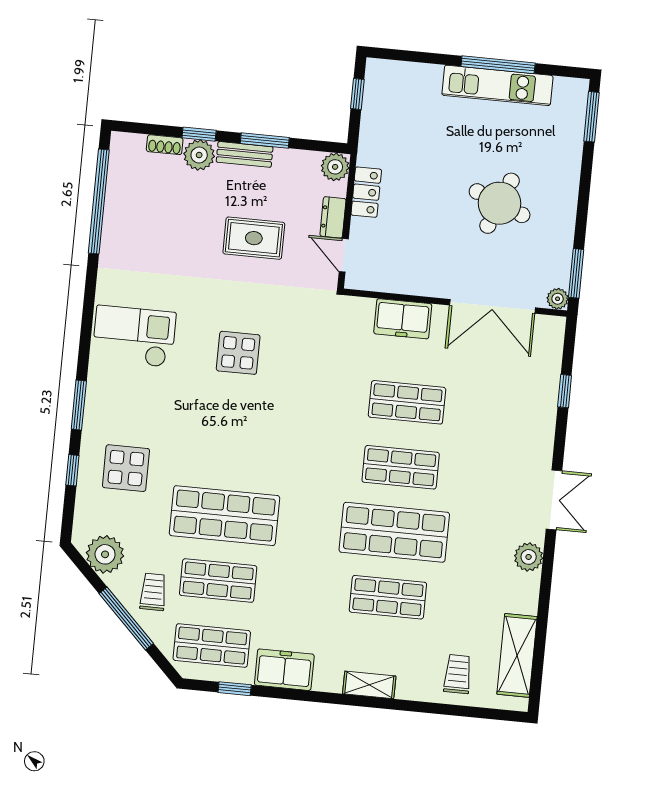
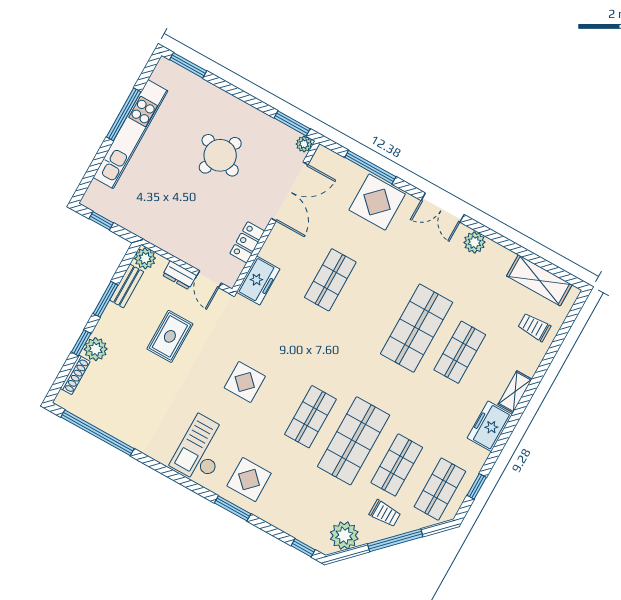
kitchen unit: (497, 85) -> (130, 134), width x1.36
shoe rack: (165, 145) -> (75, 375), width x1.43
bench: (245, 154) -> (127, 286), moved
locker: (366, 192) -> (247, 242), moved, turned -90
door: (344, 255) -> (209, 279), hinge flipped
freezer: (403, 319) -> (258, 281), moved
window: (565, 391) -> (370, 167), width x2.17
display table: (526, 418) -> (377, 202), added
shop shelf: (401, 467) -> (310, 417), moved
display table: (126, 468) -> (249, 480), moved
window: (72, 470) -> (303, 548), moved
double door: (554, 500) -> (443, 207), swing flipped
trolley: (153, 592) -> (385, 513), turned 180
freezer: (284, 670) -> (490, 426), moved

